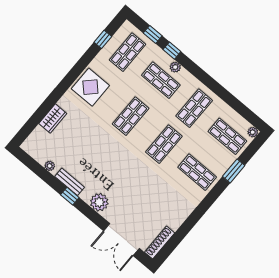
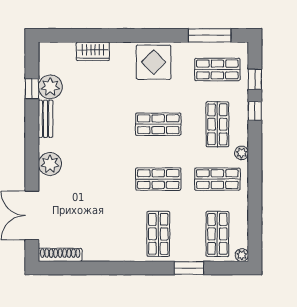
window: (103, 39) -> (210, 35), width x2.17
plant: (175, 67) -> (242, 153), moved
plant: (50, 166) -> (50, 87), width x1.87, depth x1.87
window: (70, 196) -> (32, 89), moved

